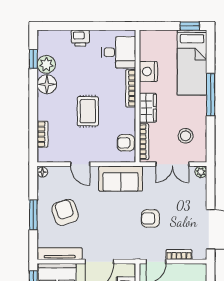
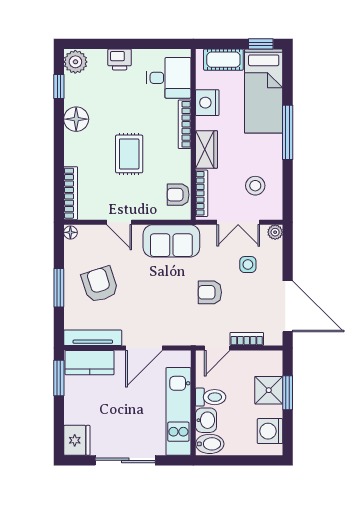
cot: (161, 38) -> (223, 60), added
plant: (46, 64) -> (75, 62), moved
bookcase: (43, 134) -> (71, 193), width x1.56
side table: (180, 197) -> (248, 265), added

